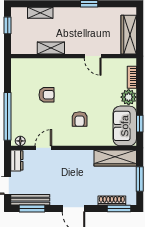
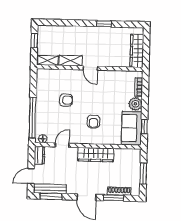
shelving: (40, 13) -> (47, 60), moved
door: (93, 56) -> (90, 68), moved
wardrobe: (115, 158) -> (96, 155), moved
window: (119, 209) -> (114, 198), moved

